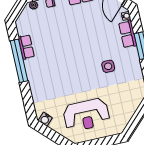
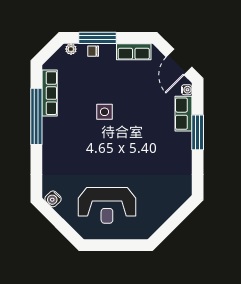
row of seats: (26, 47) -> (50, 93), width x1.48
side table: (108, 66) -> (105, 112), moved

